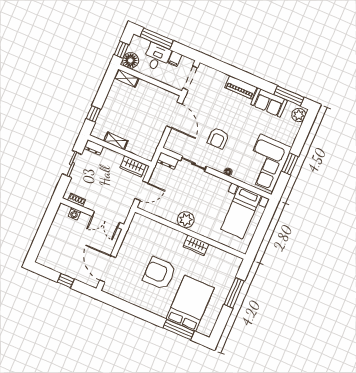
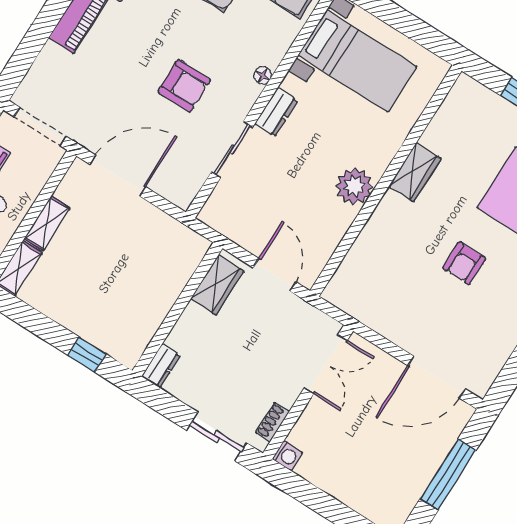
shelving: (116, 141) -> (47, 223), moved
dresser: (167, 161) -> (276, 112), moved
sliding door: (72, 164) -> (217, 437), moved
washing machine: (74, 214) -> (287, 456), moved
armchair: (160, 273) -> (464, 263), width x0.53, depth x0.53
window: (66, 281) -> (448, 475), width x2.17

